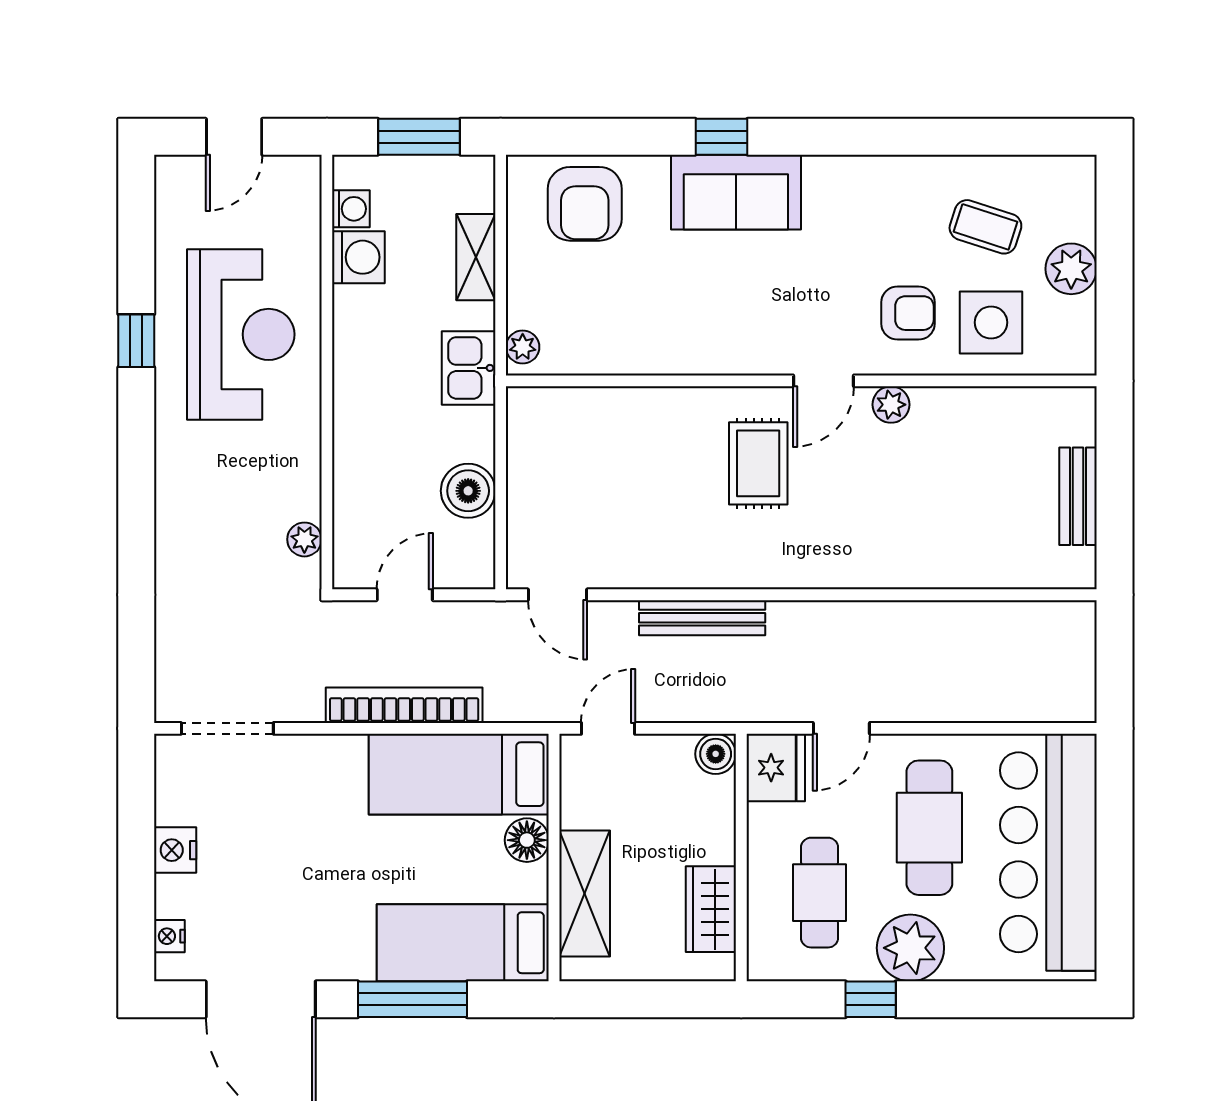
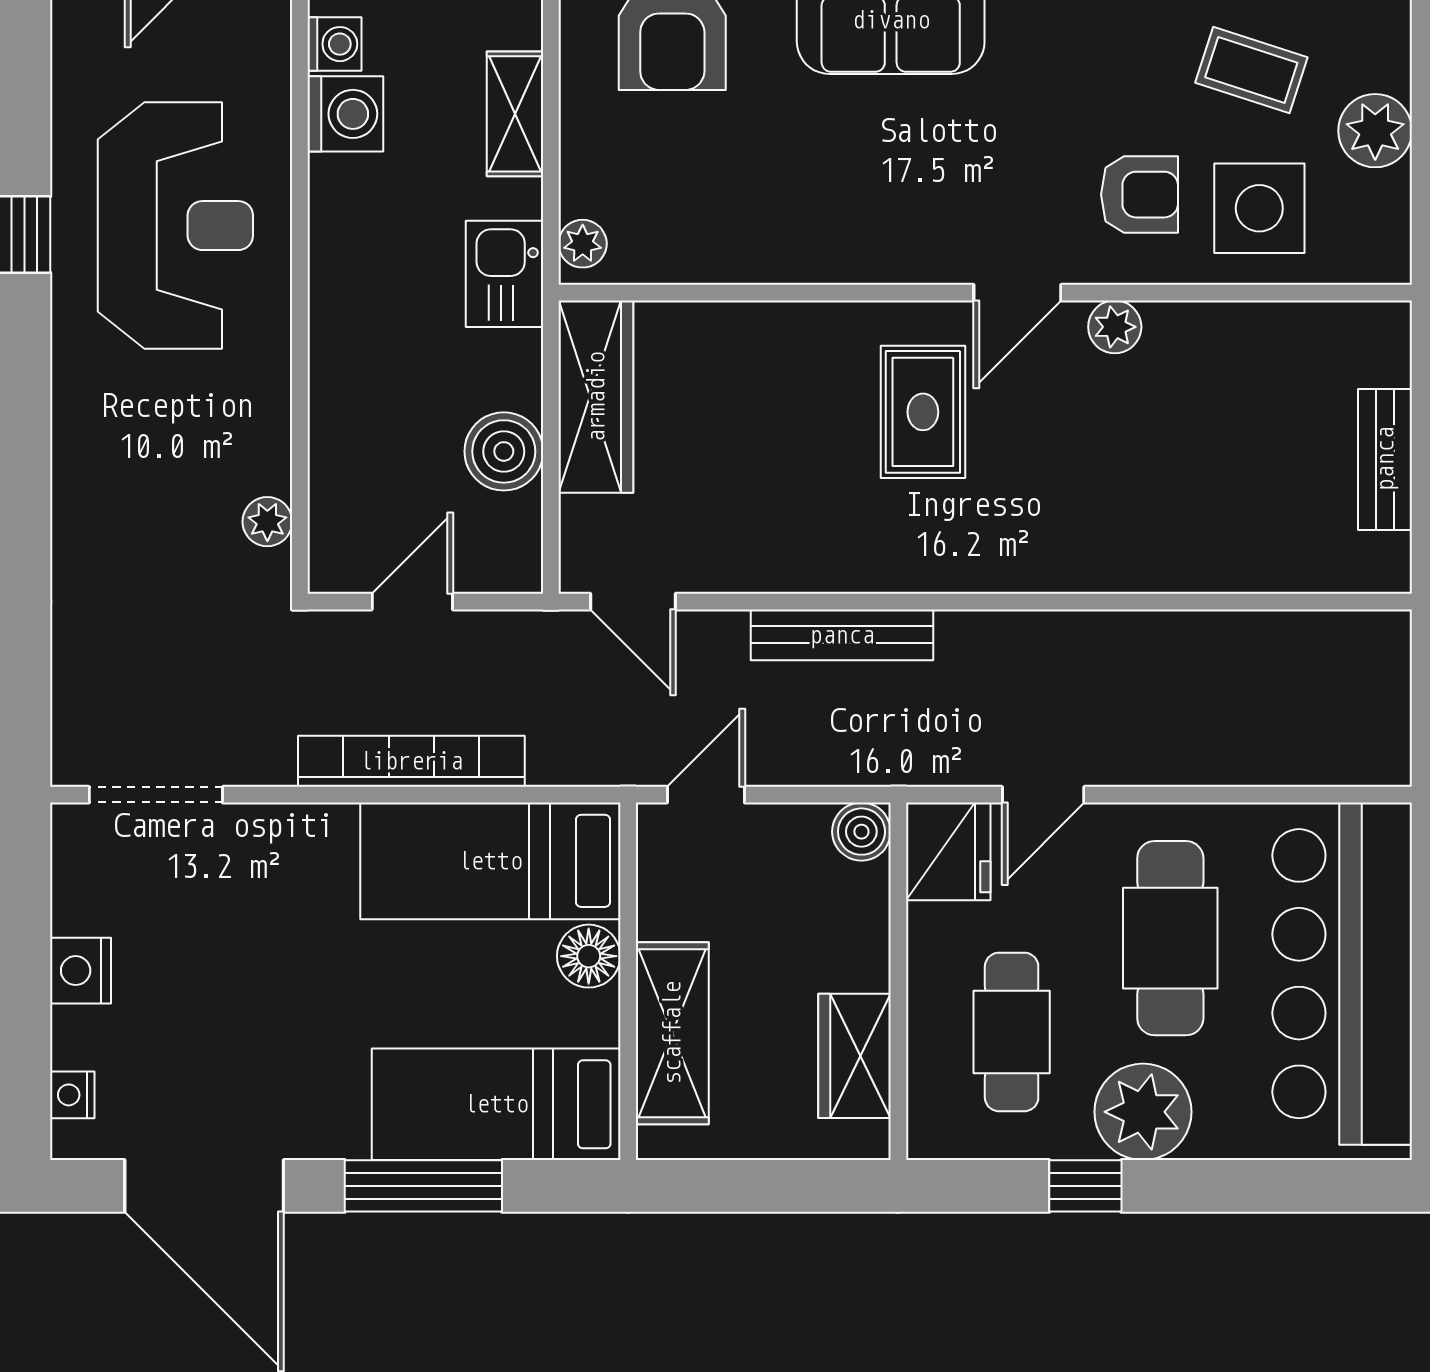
wardrobe: (532, 453) -> (596, 397), added

